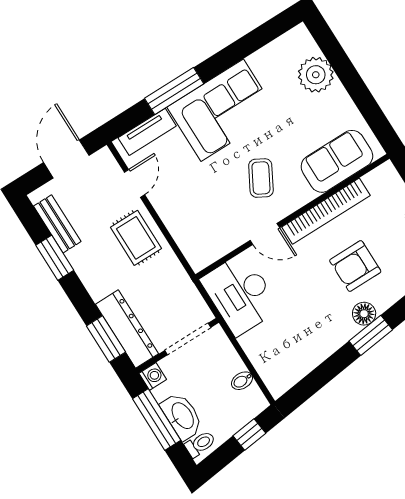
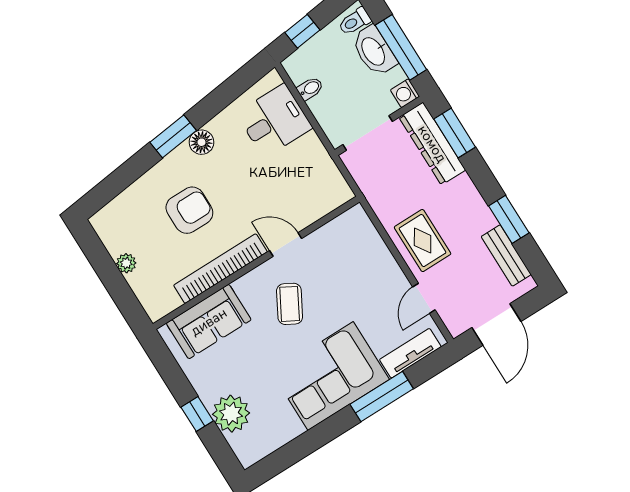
window: (348, 74) -> (197, 414), added
desk: (240, 294) -> (274, 121), moved, width x0.73
floor lamp: (364, 314) -> (201, 142), moved

